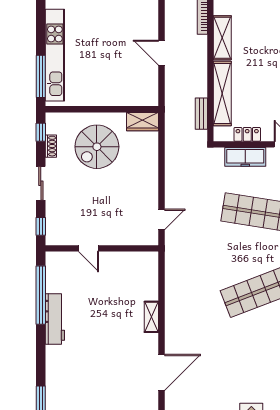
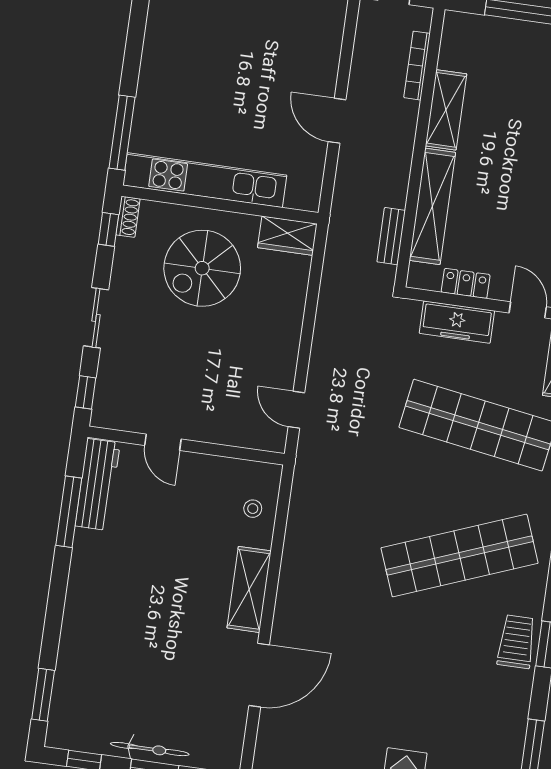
kitchen unit: (55, 55) -> (205, 180), moved, turned -90
shoe rack: (51, 146) -> (128, 217), moved
door: (161, 219) -> (296, 410), swing flipped
stool: (145, 279) -> (253, 509), added
window: (41, 295) -> (69, 512), width x0.68
shelving: (151, 317) -> (249, 589), width x1.50, depth x1.33
workbench: (55, 319) -> (98, 484), moved

